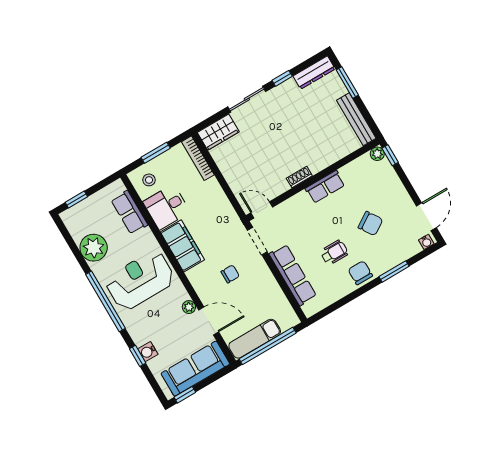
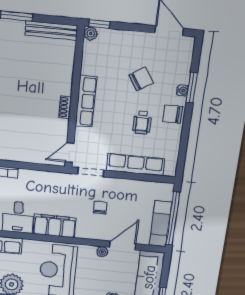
row of seats: (325, 187) -> (86, 101), width x1.48
water cooler: (426, 242) -> (182, 91), moved
wheelchair: (334, 253) -> (142, 122), turned 180

